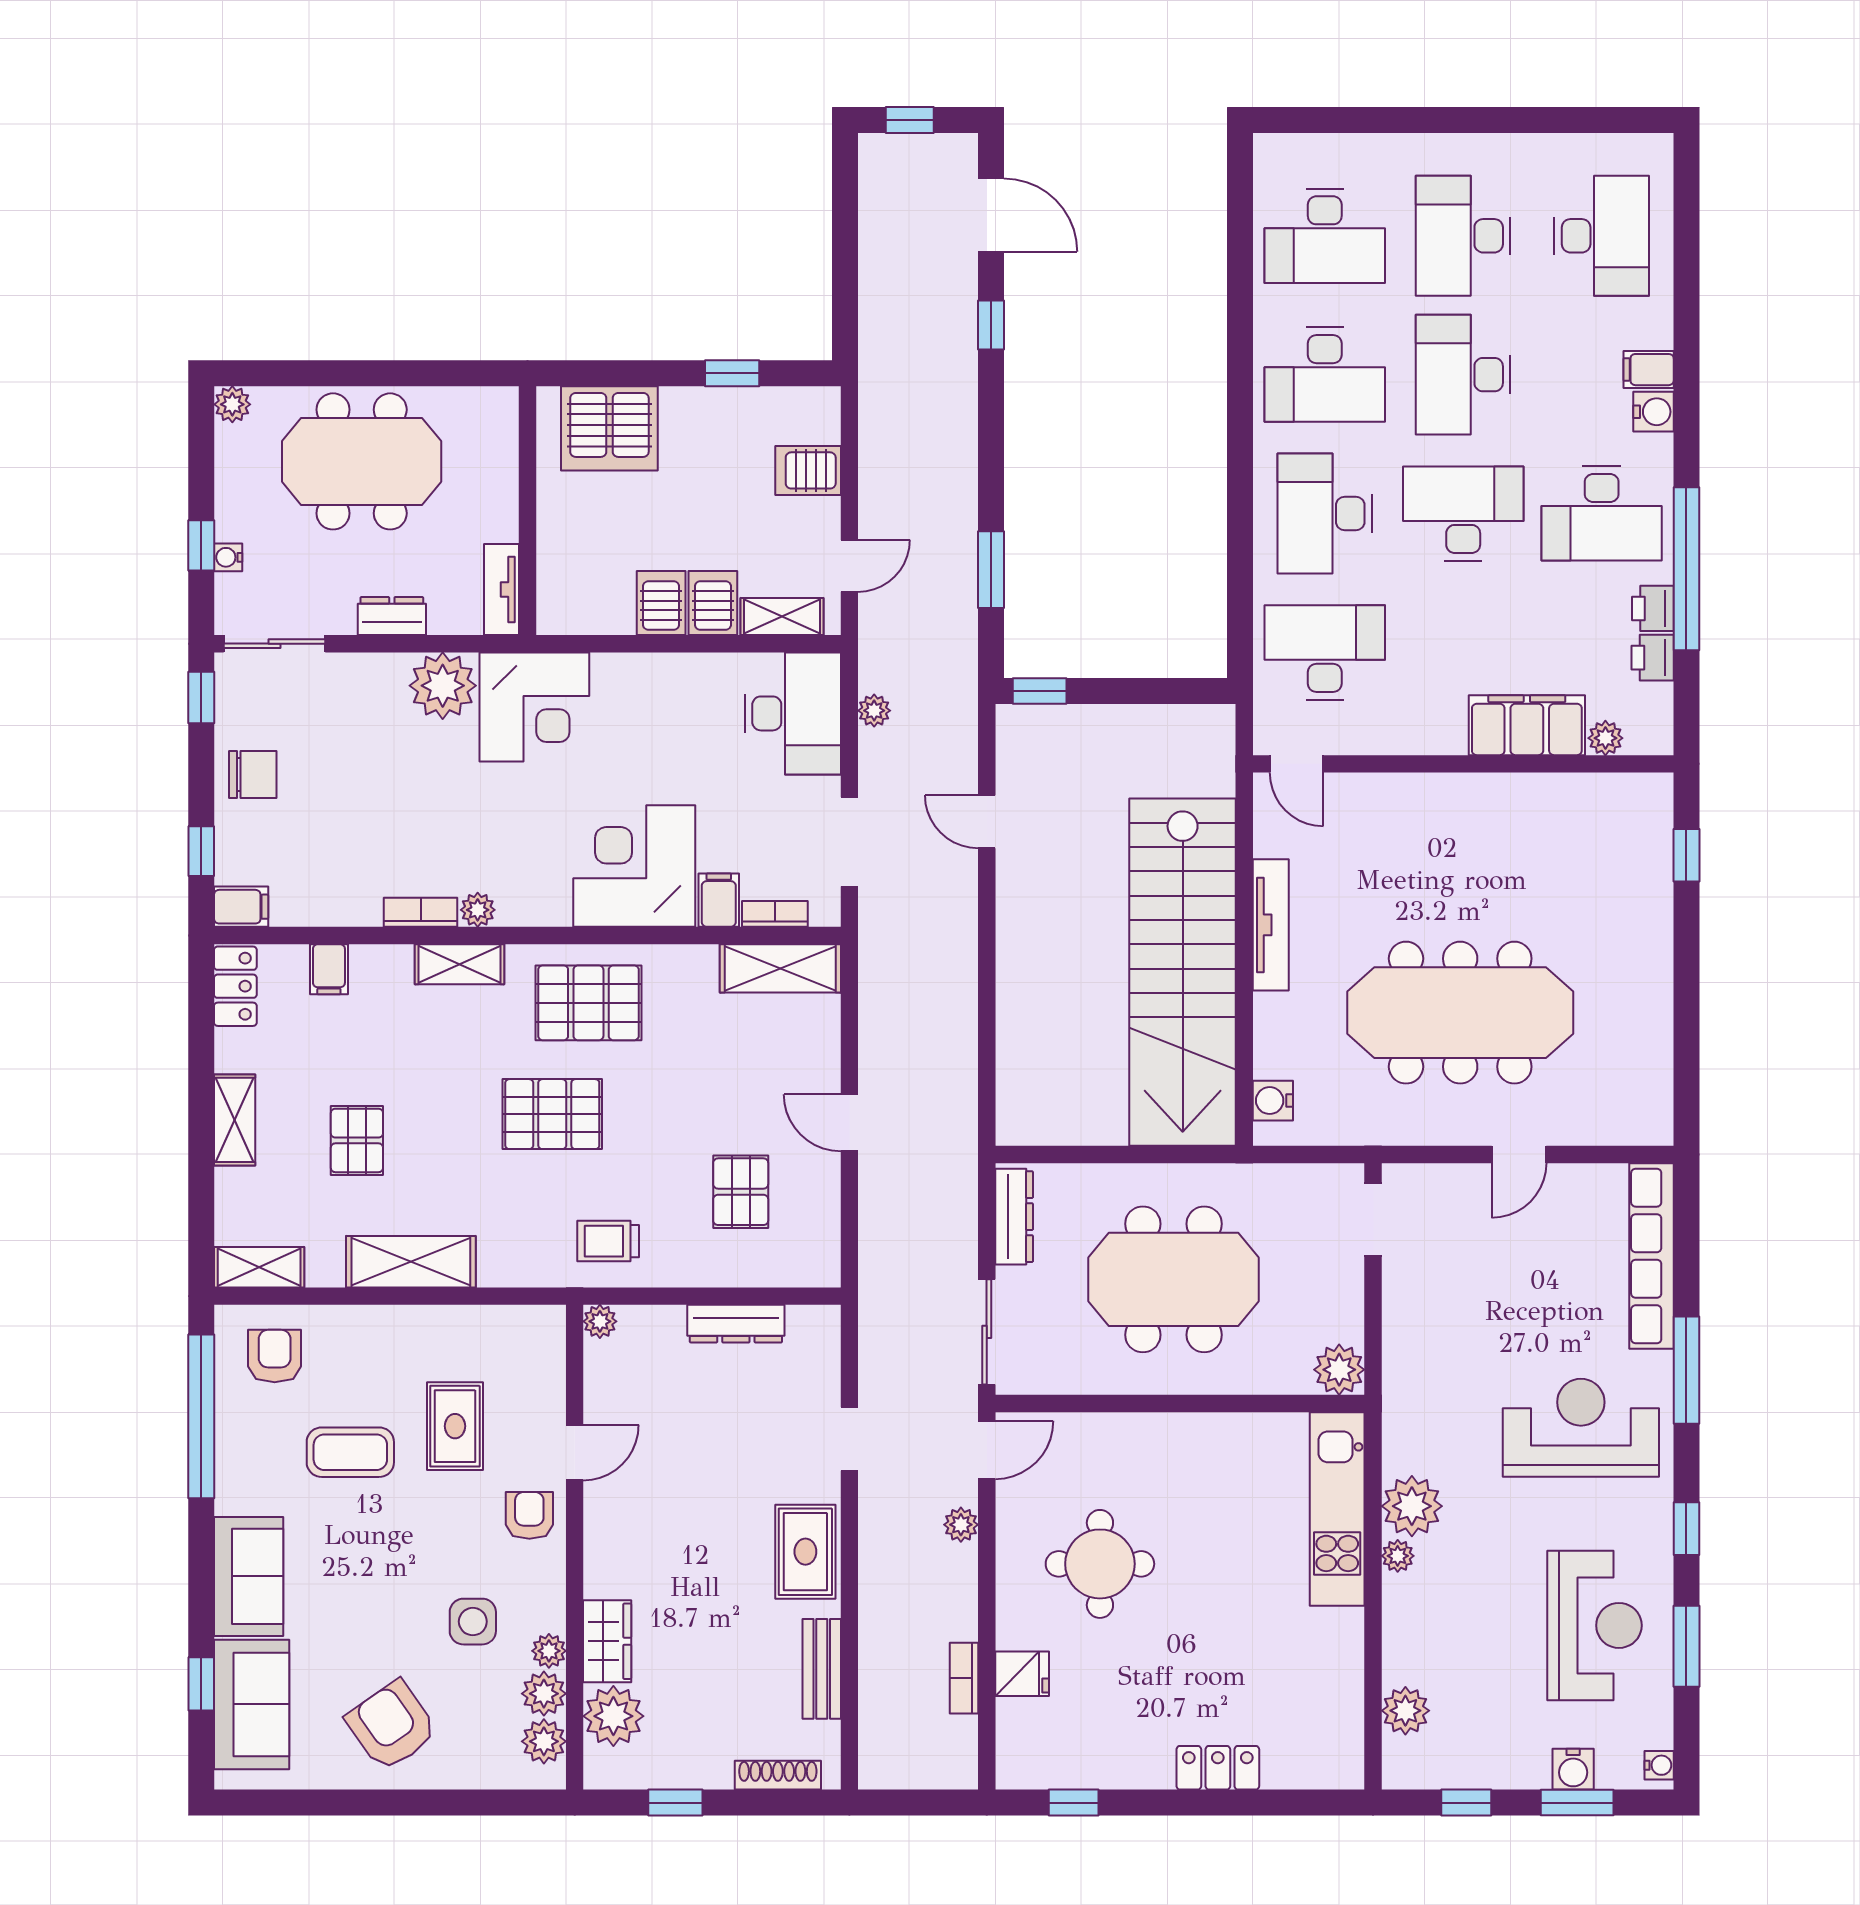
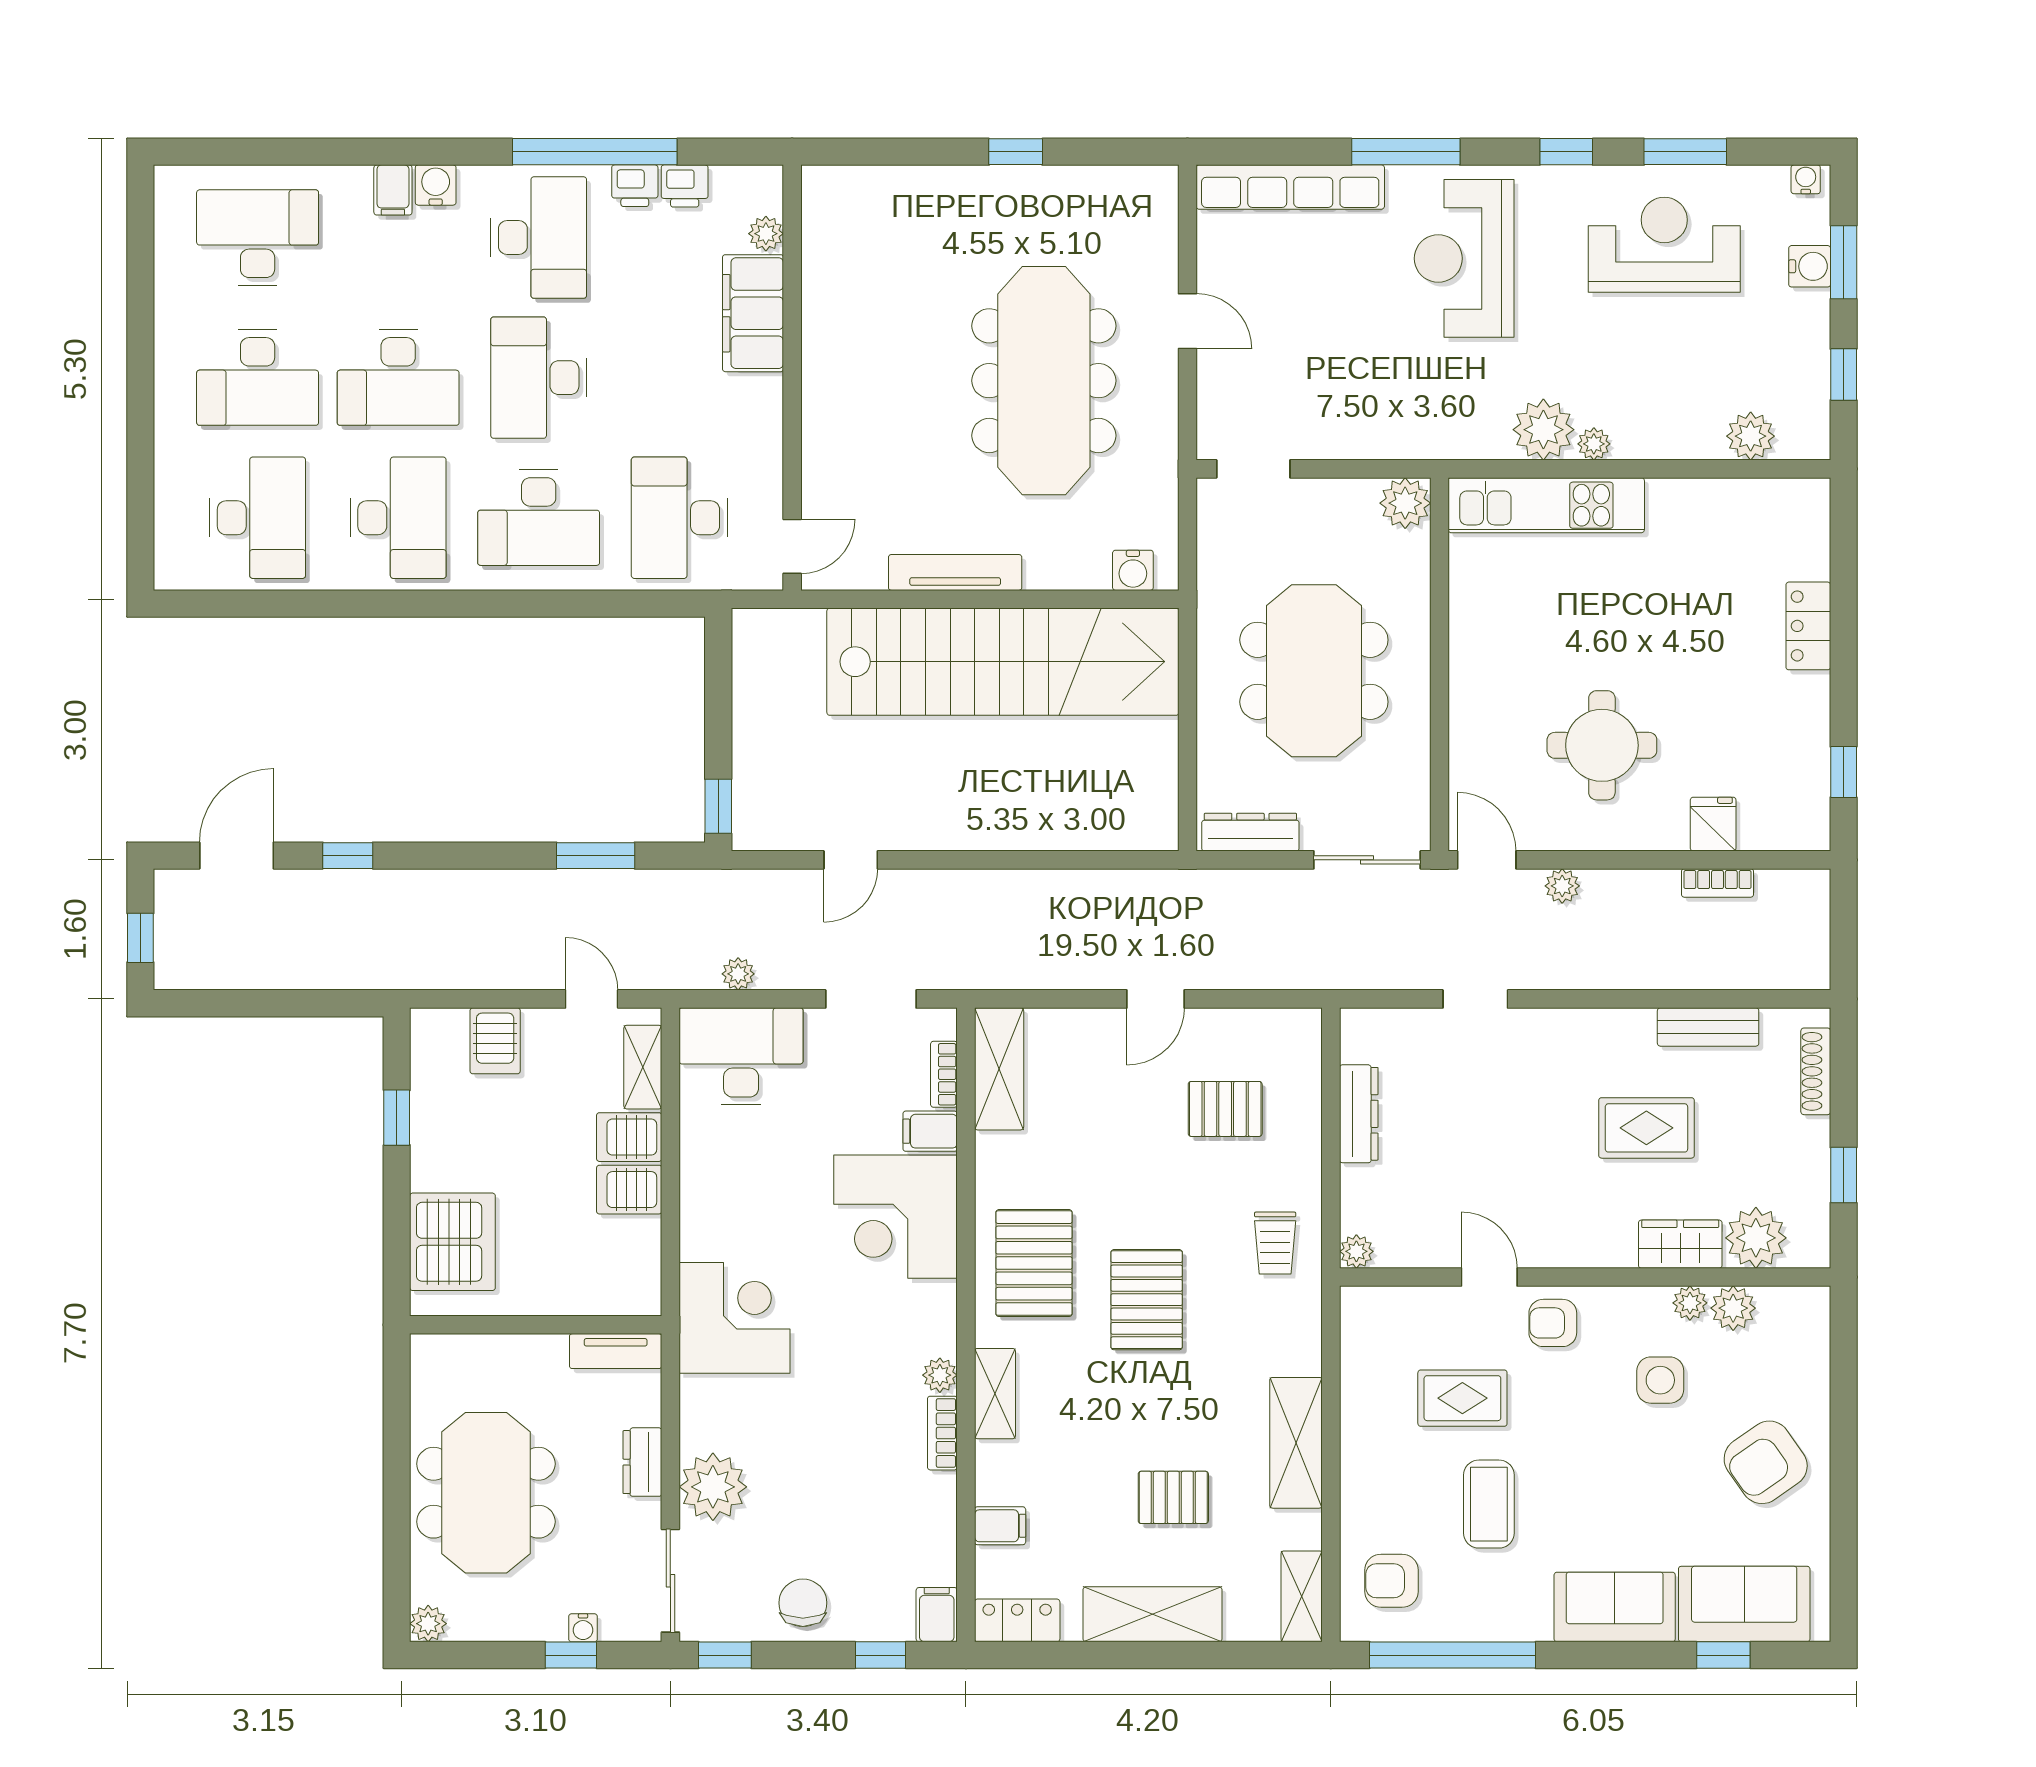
plant: (443, 686) -> (713, 1487), moved
window: (1686, 855) -> (1016, 152), moved
shelving: (235, 1120) -> (1153, 1614), width x1.50, depth x1.33
rug: (805, 1552) -> (1646, 1128), moved
plant: (544, 1741) -> (1782, 1308), removed

